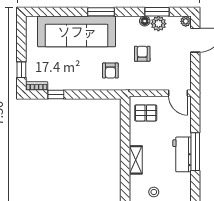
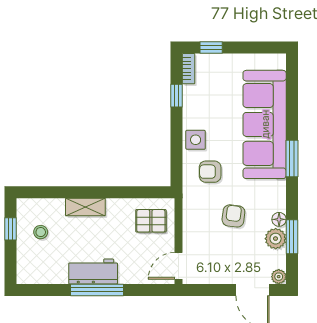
armchair: (142, 54) -> (233, 216), turned -83
side table: (88, 81) -> (196, 140), added
pallet: (146, 113) -> (151, 221), turned 90

